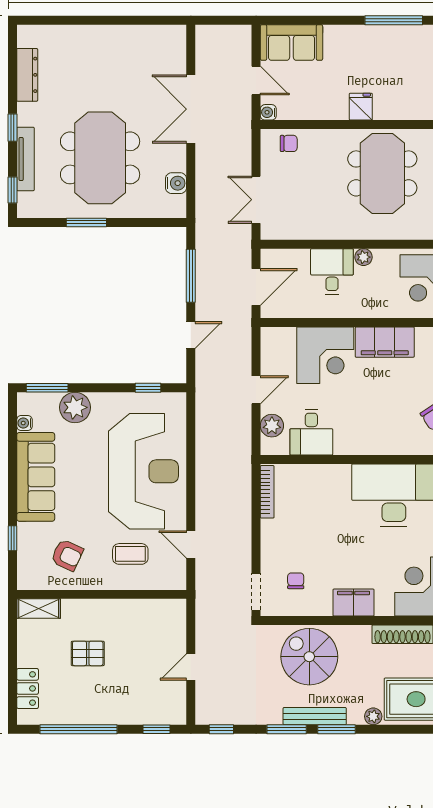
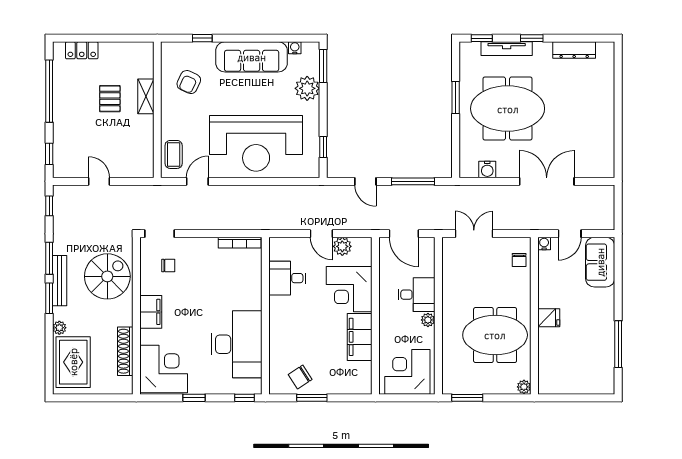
plant: (272, 426) -> (342, 246), moved
coffee table: (130, 554) -> (174, 154), moved
shelving: (39, 609) -> (146, 96), moved

